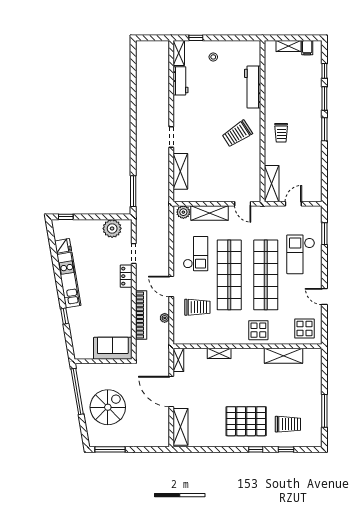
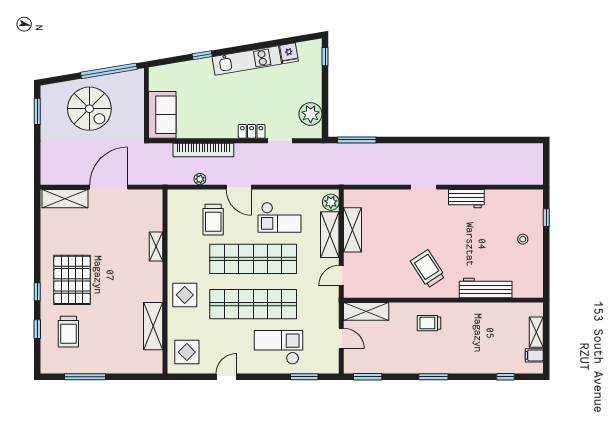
shelving: (179, 53) -> (528, 196), removed
workbench: (180, 81) -> (466, 199), moved
window: (324, 98) -> (368, 377), moved
shelving: (180, 171) -> (353, 230), moved, turned 90
door: (171, 286) -> (239, 187), swing flipped
shelving: (178, 360) -> (148, 196), removed
window: (110, 449) -> (37, 111), width x0.69

